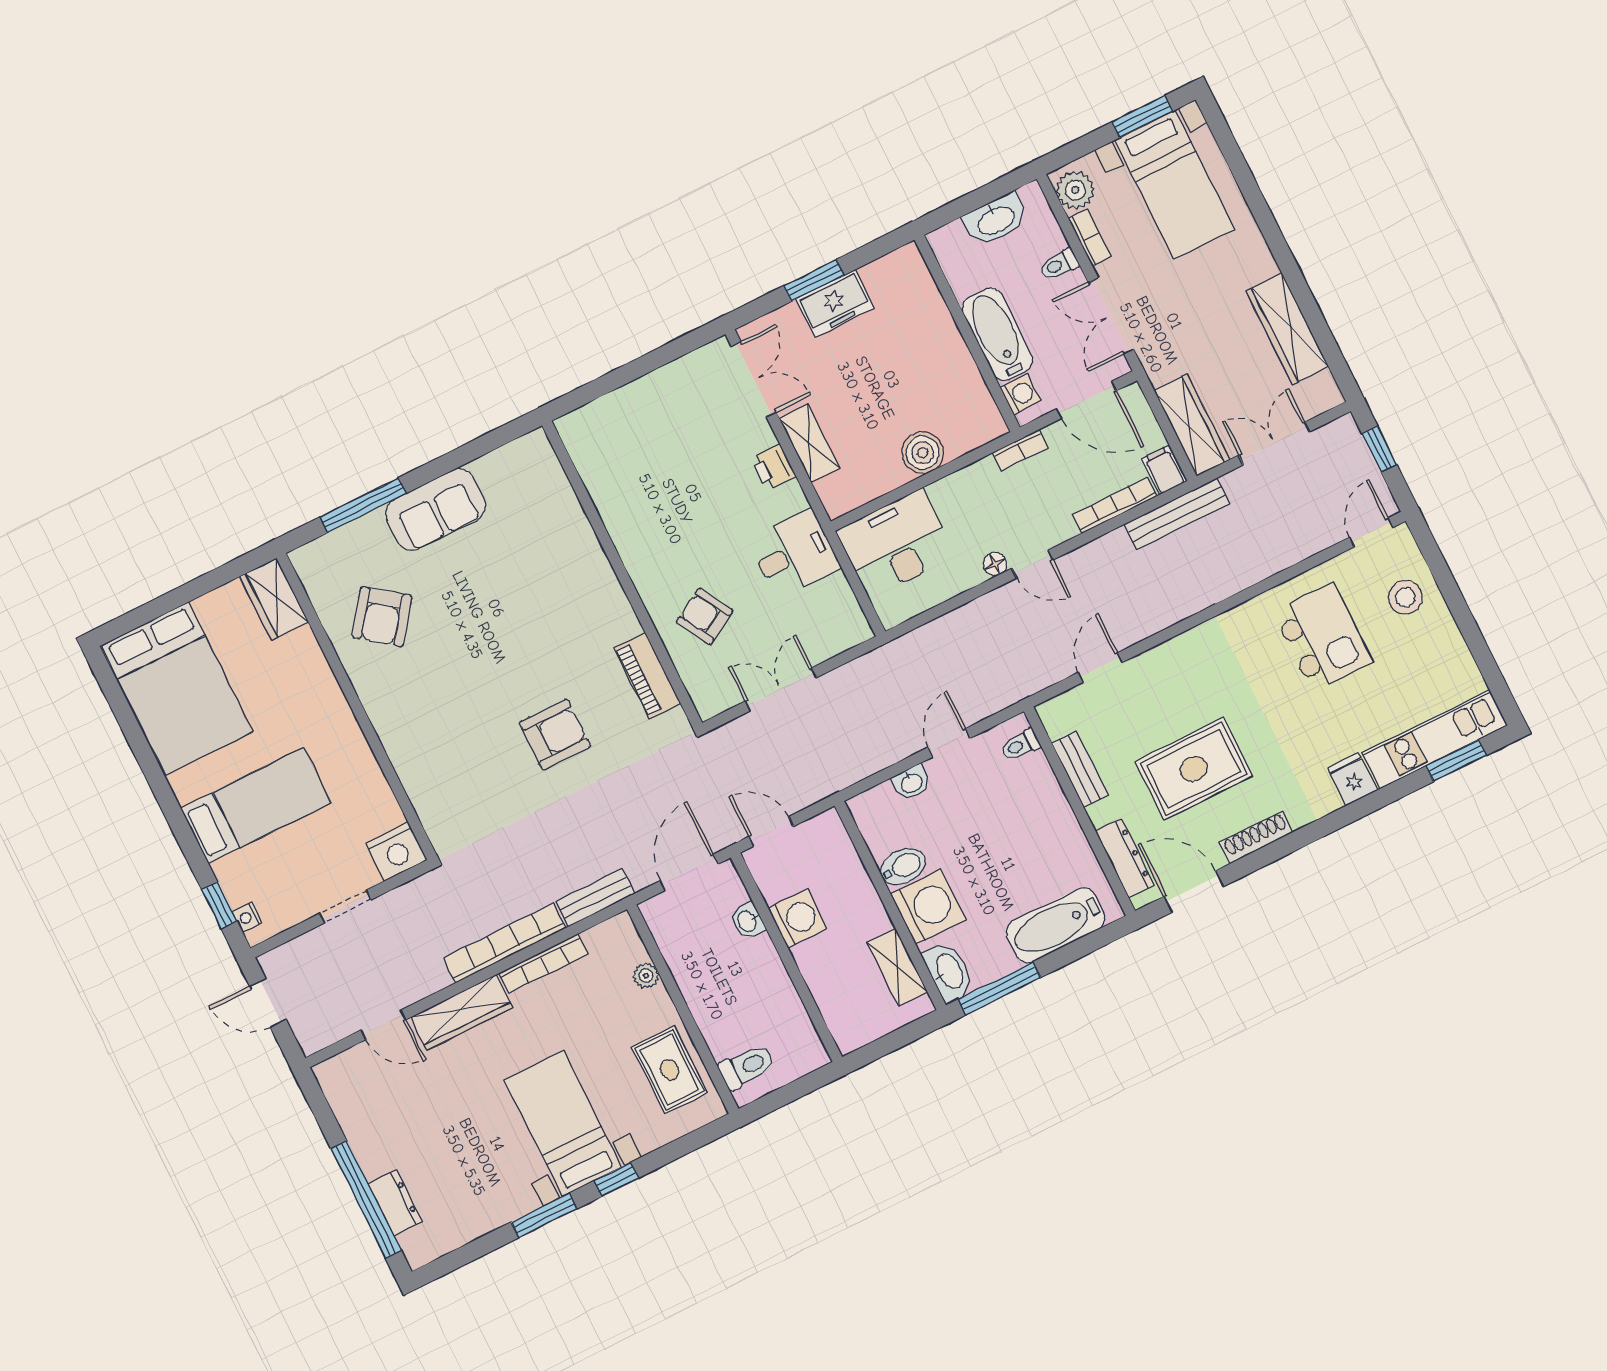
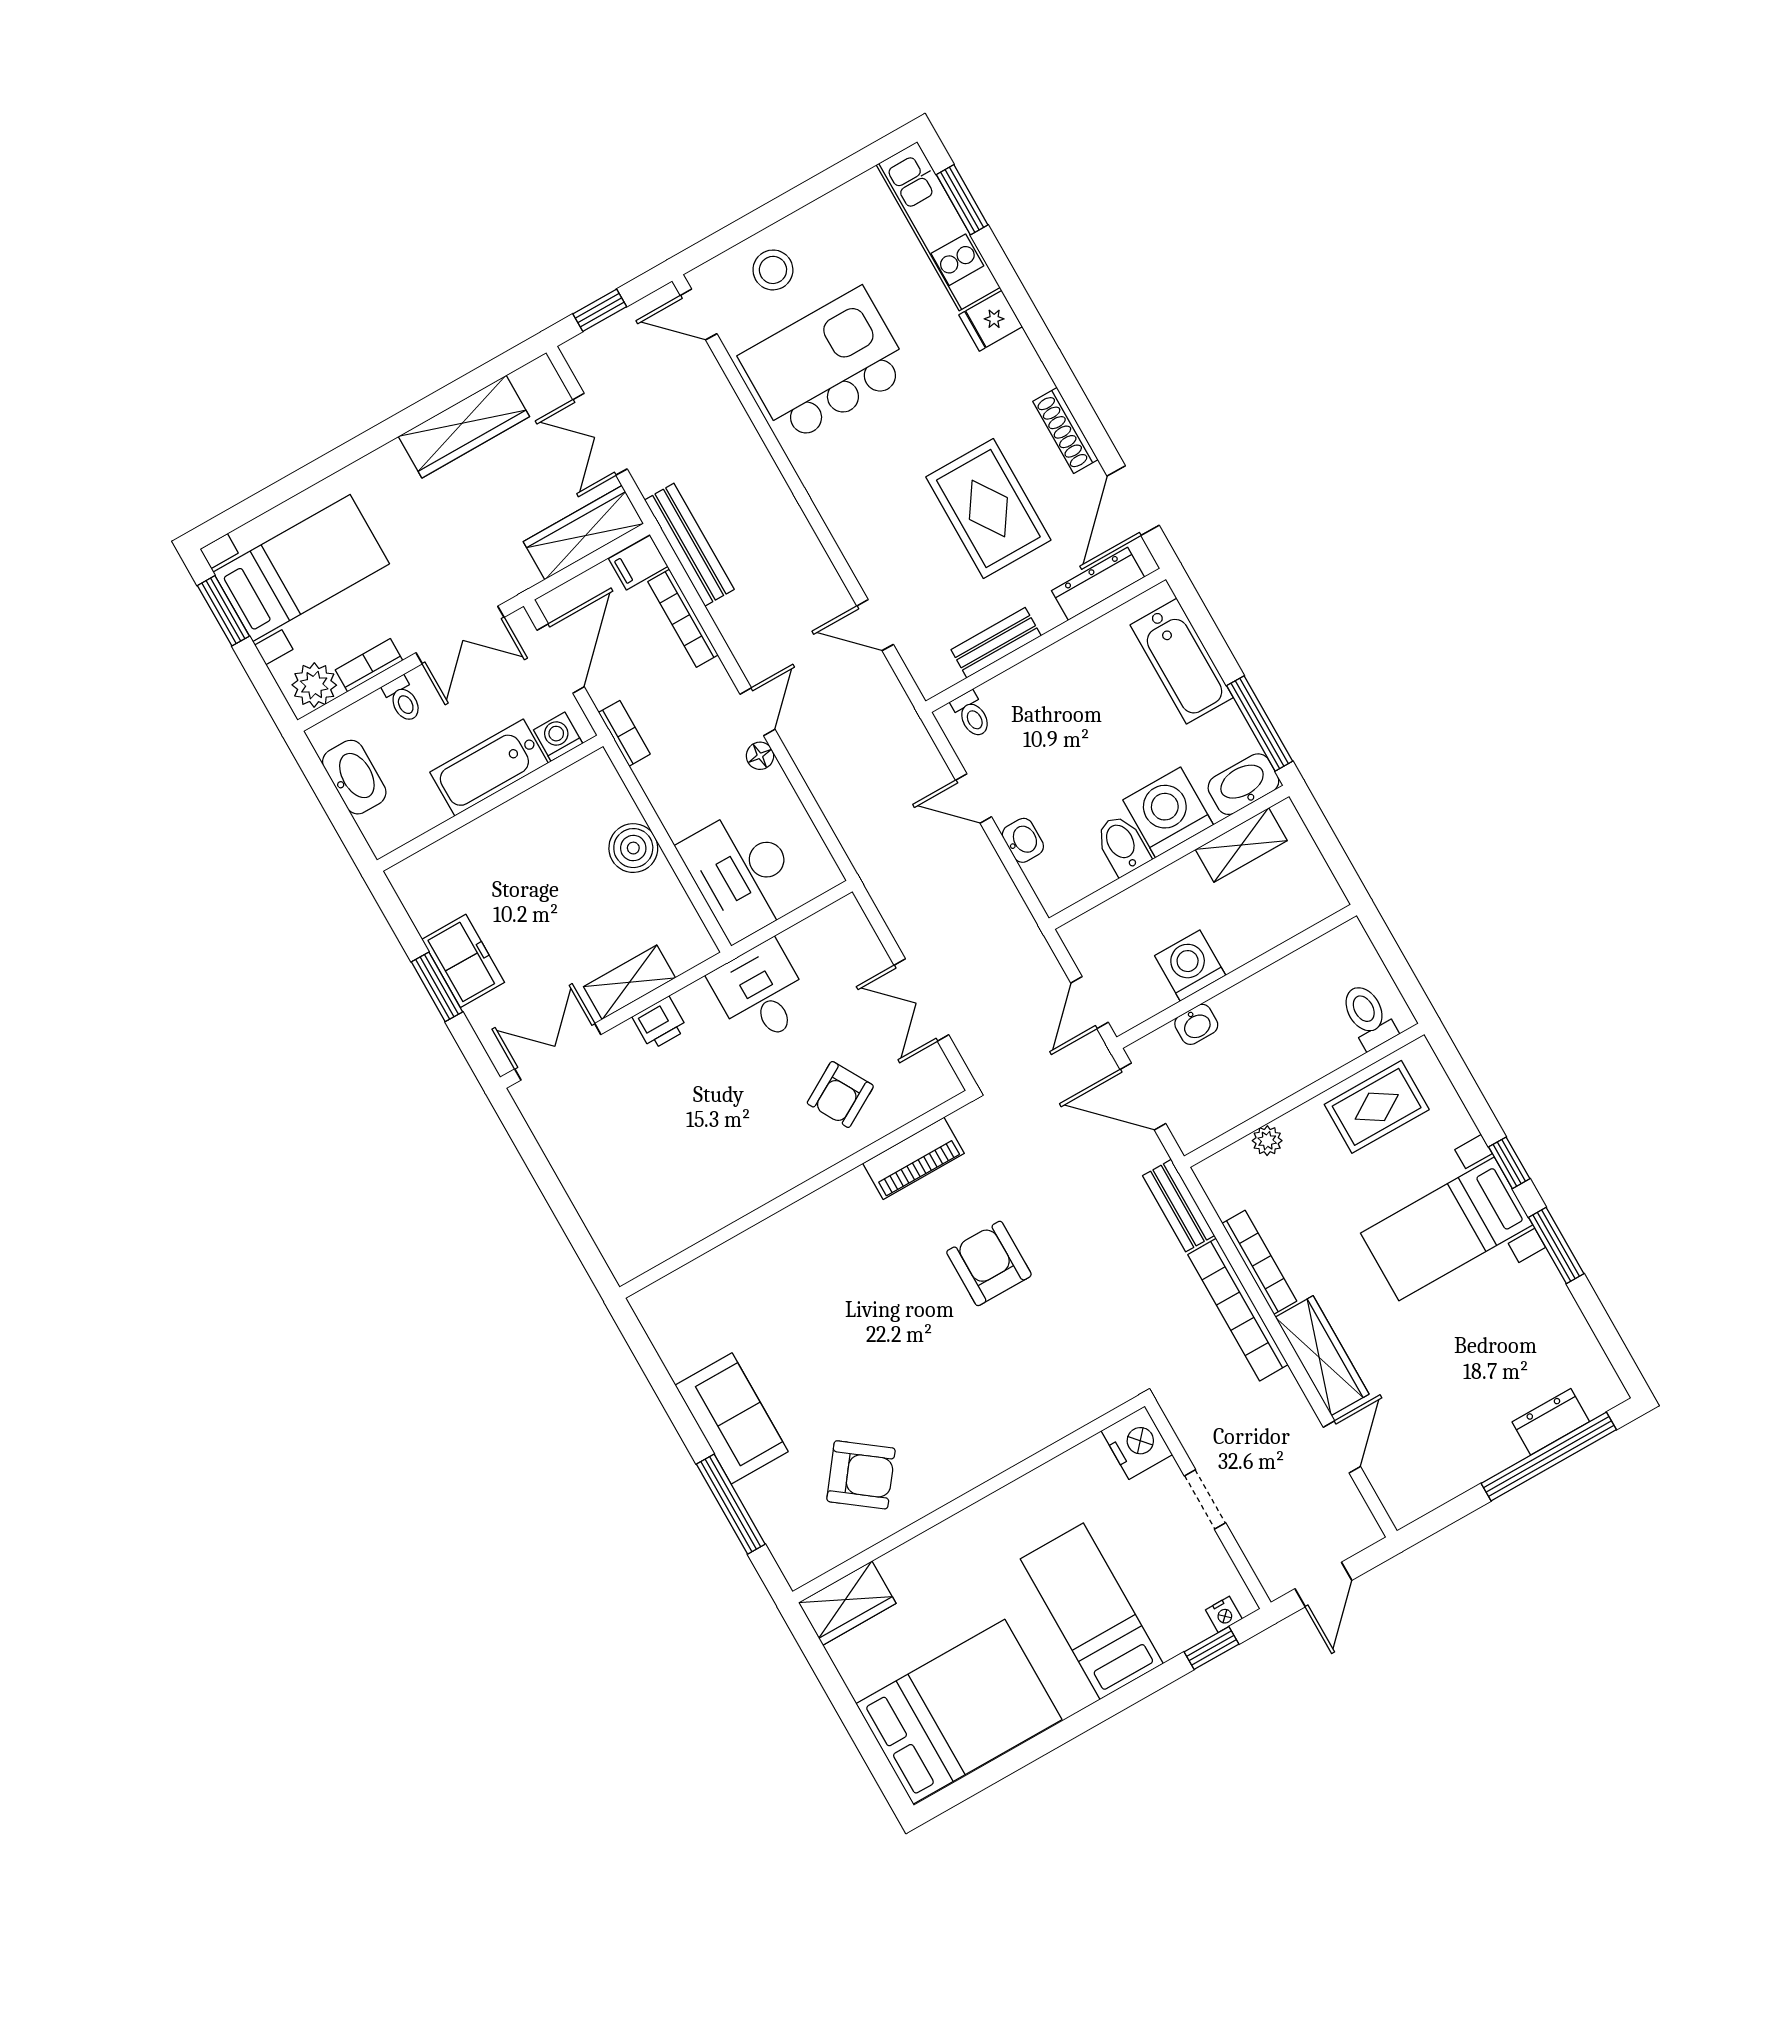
kitchen island: (1323, 637) -> (825, 365), width x1.37, depth x1.28

